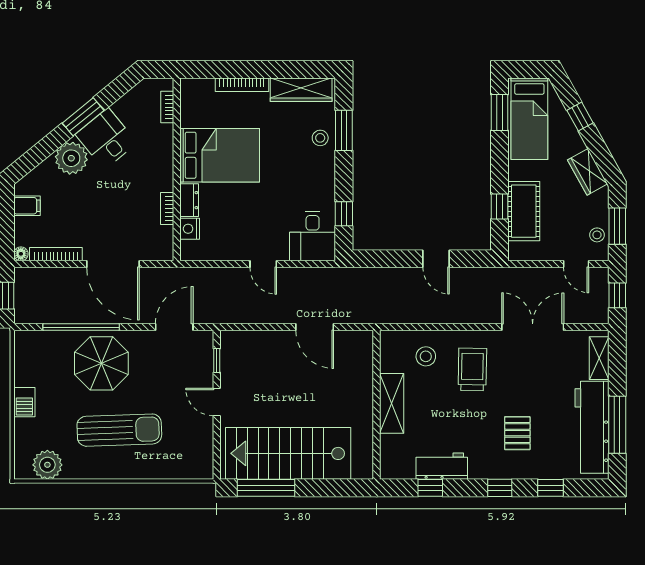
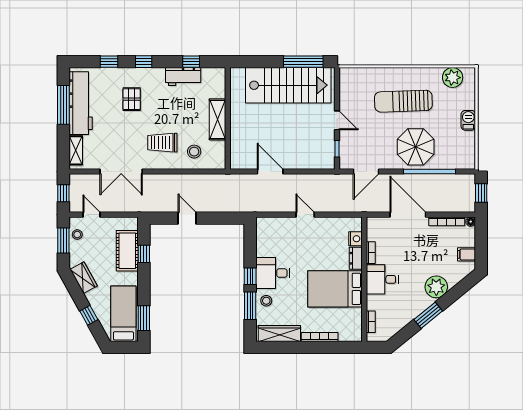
desk: (106, 139) -> (382, 279), moved, turned 129
window: (344, 214) -> (250, 276), moved
desk: (313, 236) -> (273, 273), moved, turned -90
trolley: (472, 369) -> (162, 143), turned 89

